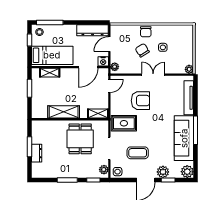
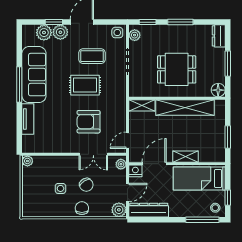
plant: (116, 30) -> (119, 210), added
shelving: (50, 73) -> (185, 157), moved
double door: (153, 75) -> (93, 154), moved
tv unit: (189, 98) -> (28, 119), width x0.71
shelving: (64, 112) -> (185, 107), width x1.47
rug: (124, 123) -> (85, 85), moved
floor lamp: (37, 126) -> (218, 90), added
dining table: (80, 139) -> (177, 69), moved, turned 90
dresser: (37, 153) -> (219, 36), moved
plant: (187, 172) -> (44, 33), moved

